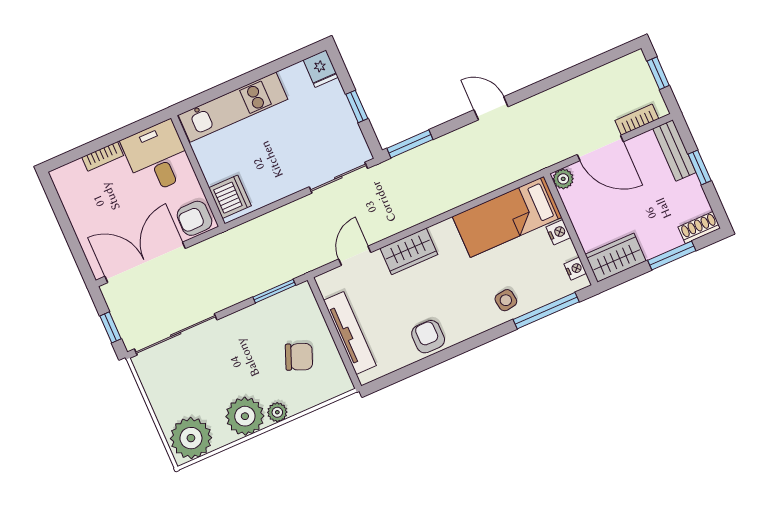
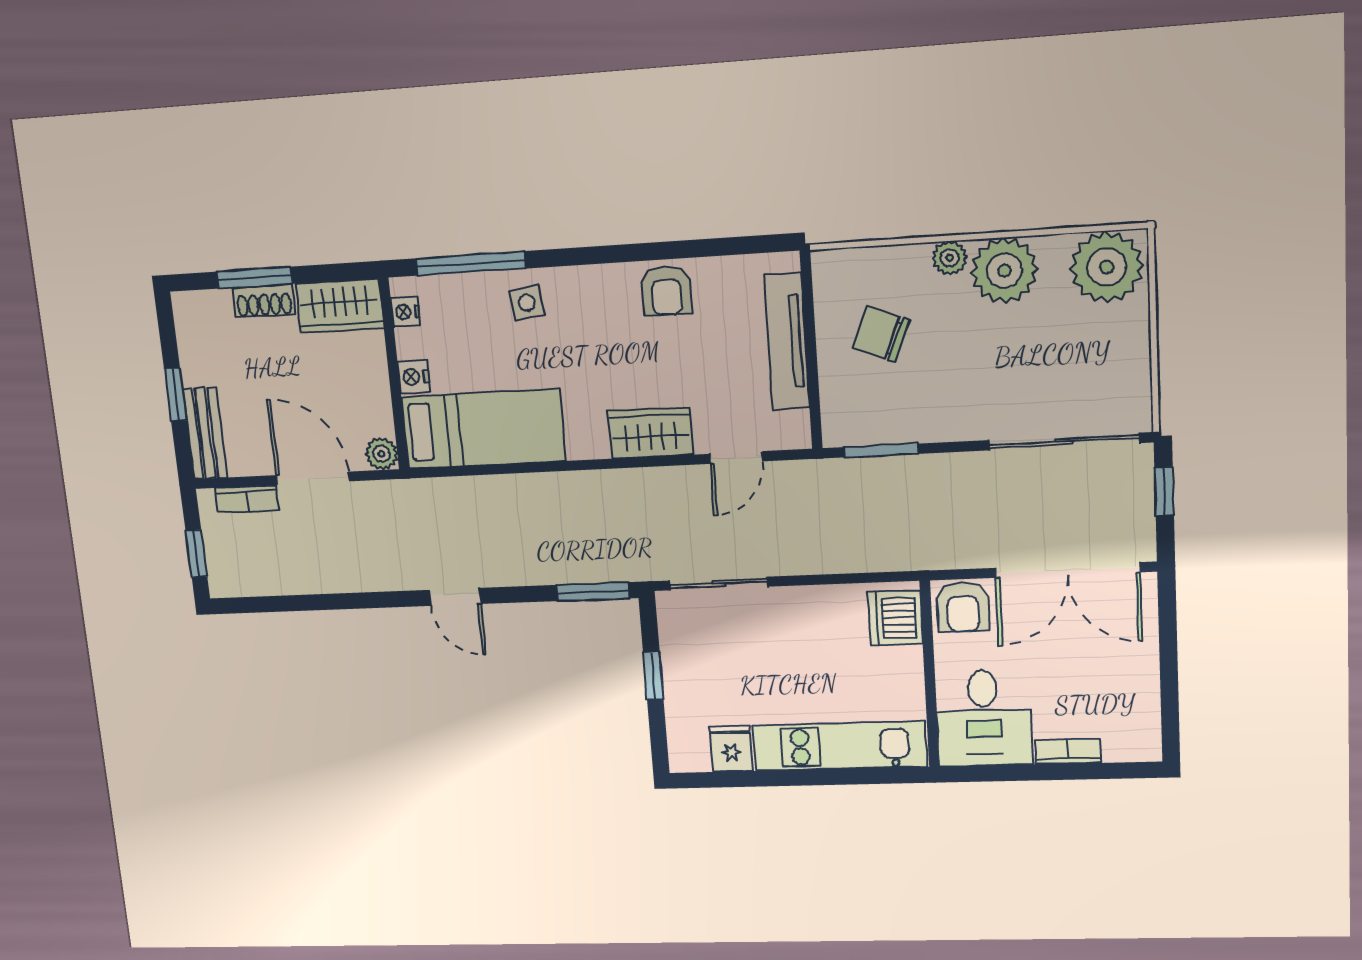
fridge: (321, 69) -> (731, 749), moved
armchair: (194, 218) -> (963, 607), turned 90
shoe rack: (699, 228) -> (264, 301), moved

